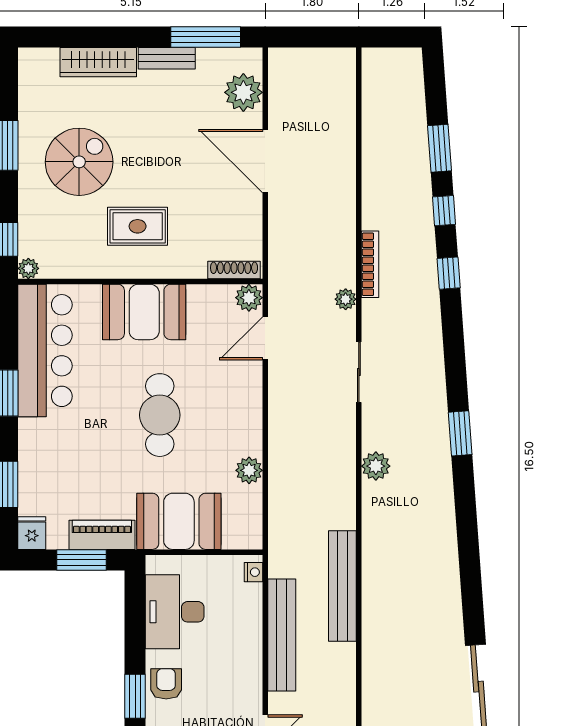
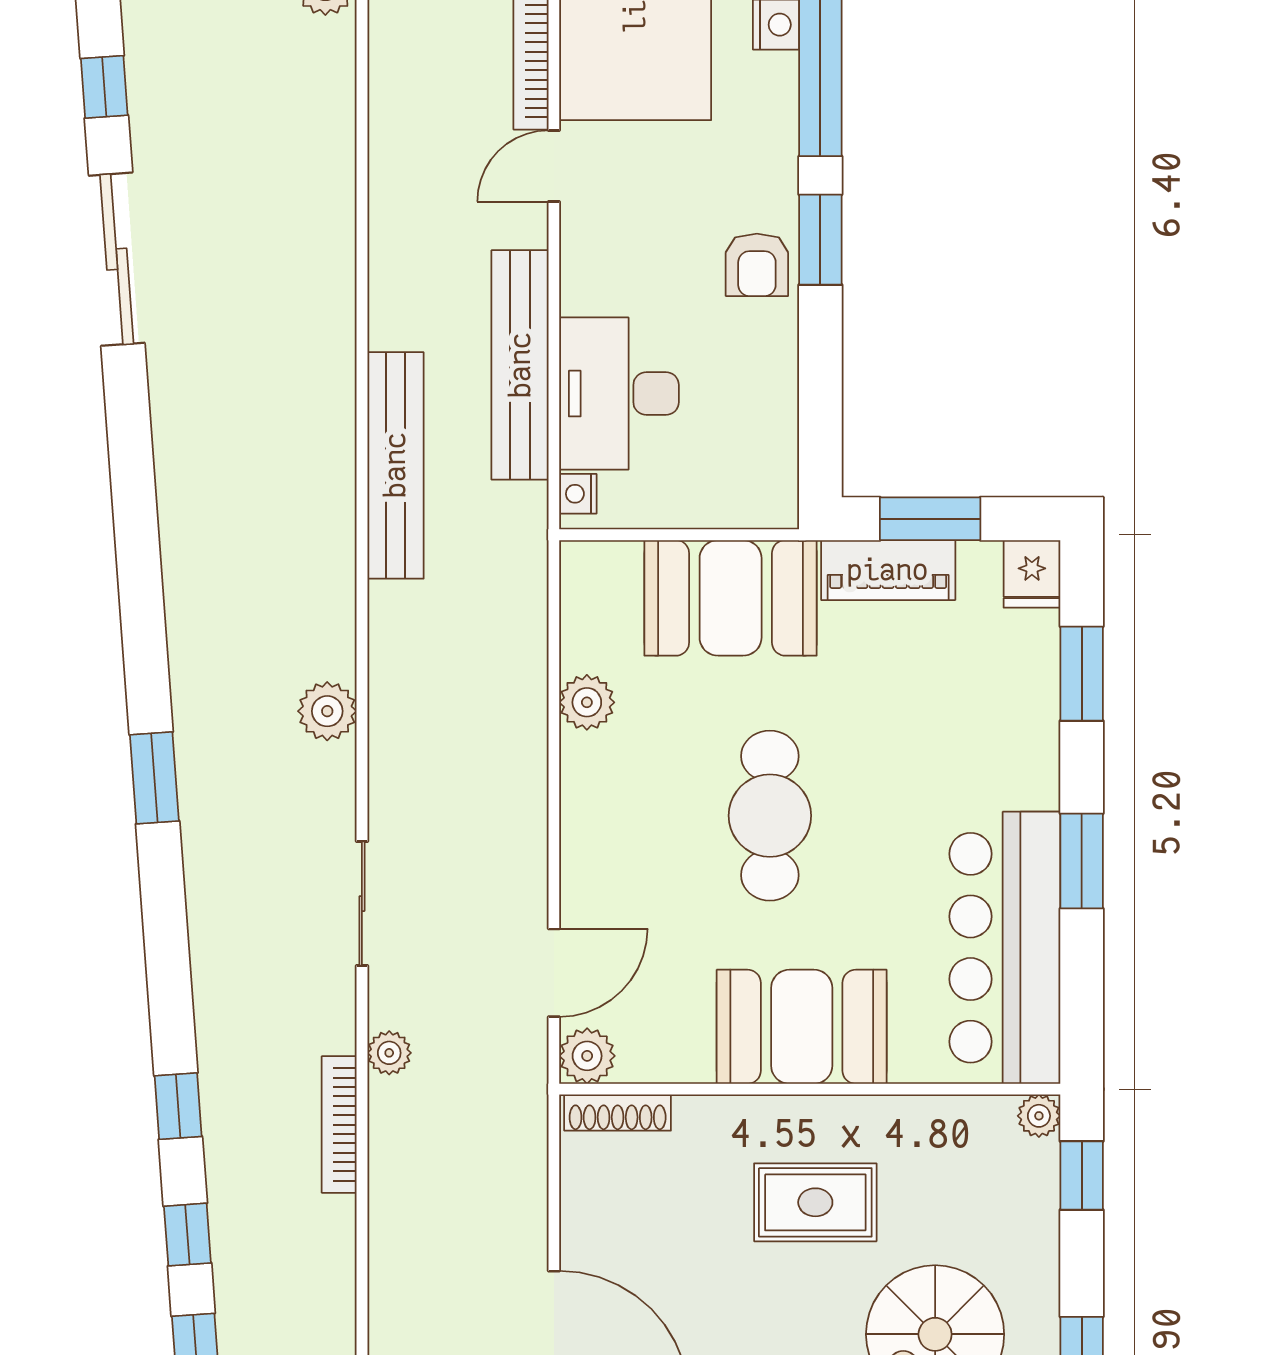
desk: (175, 612) -> (619, 394), moved, turned 180

